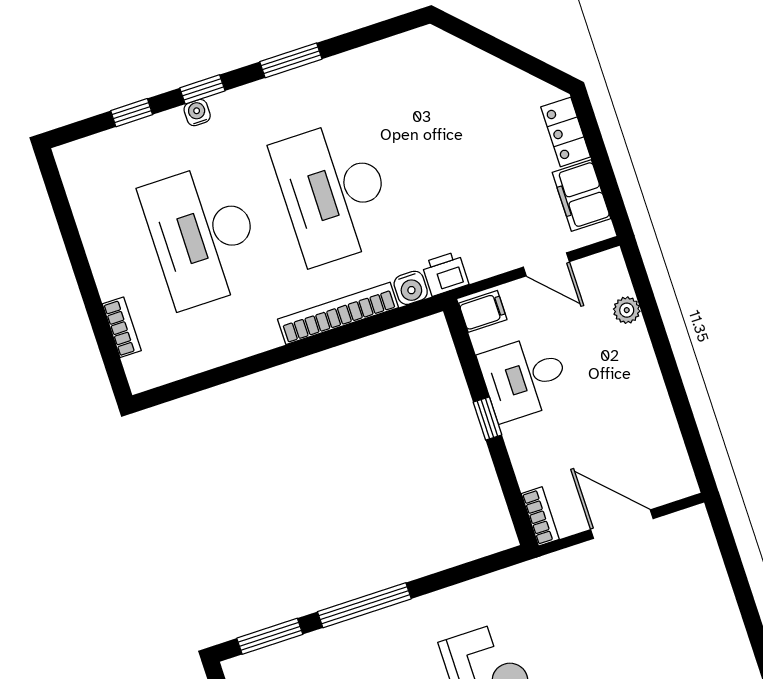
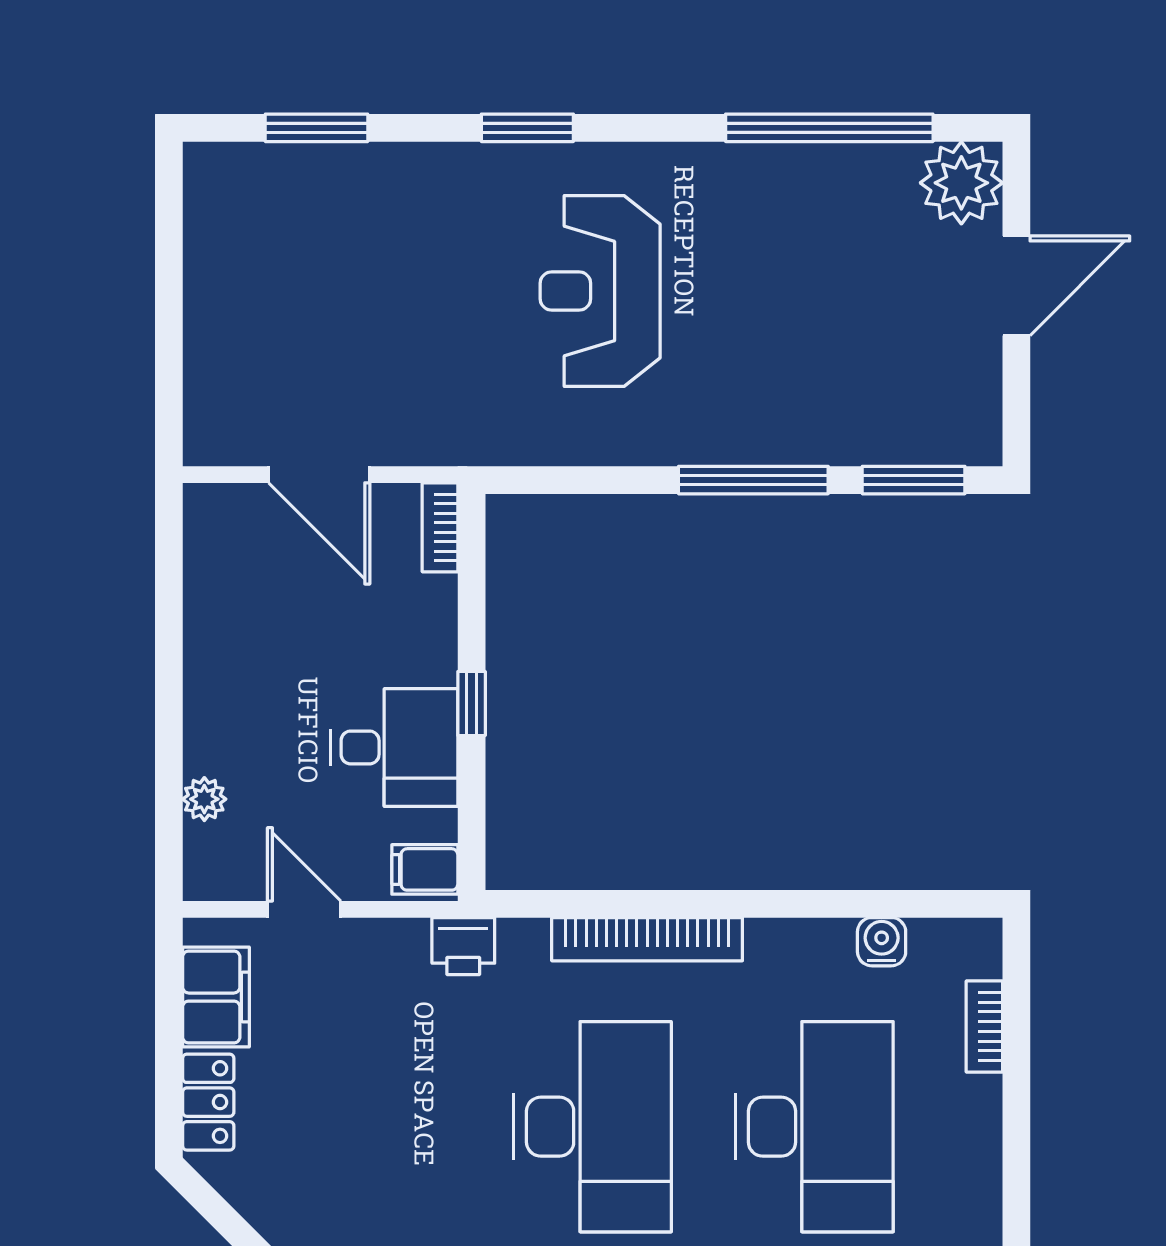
water cooler: (411, 288) -> (882, 942), moved

